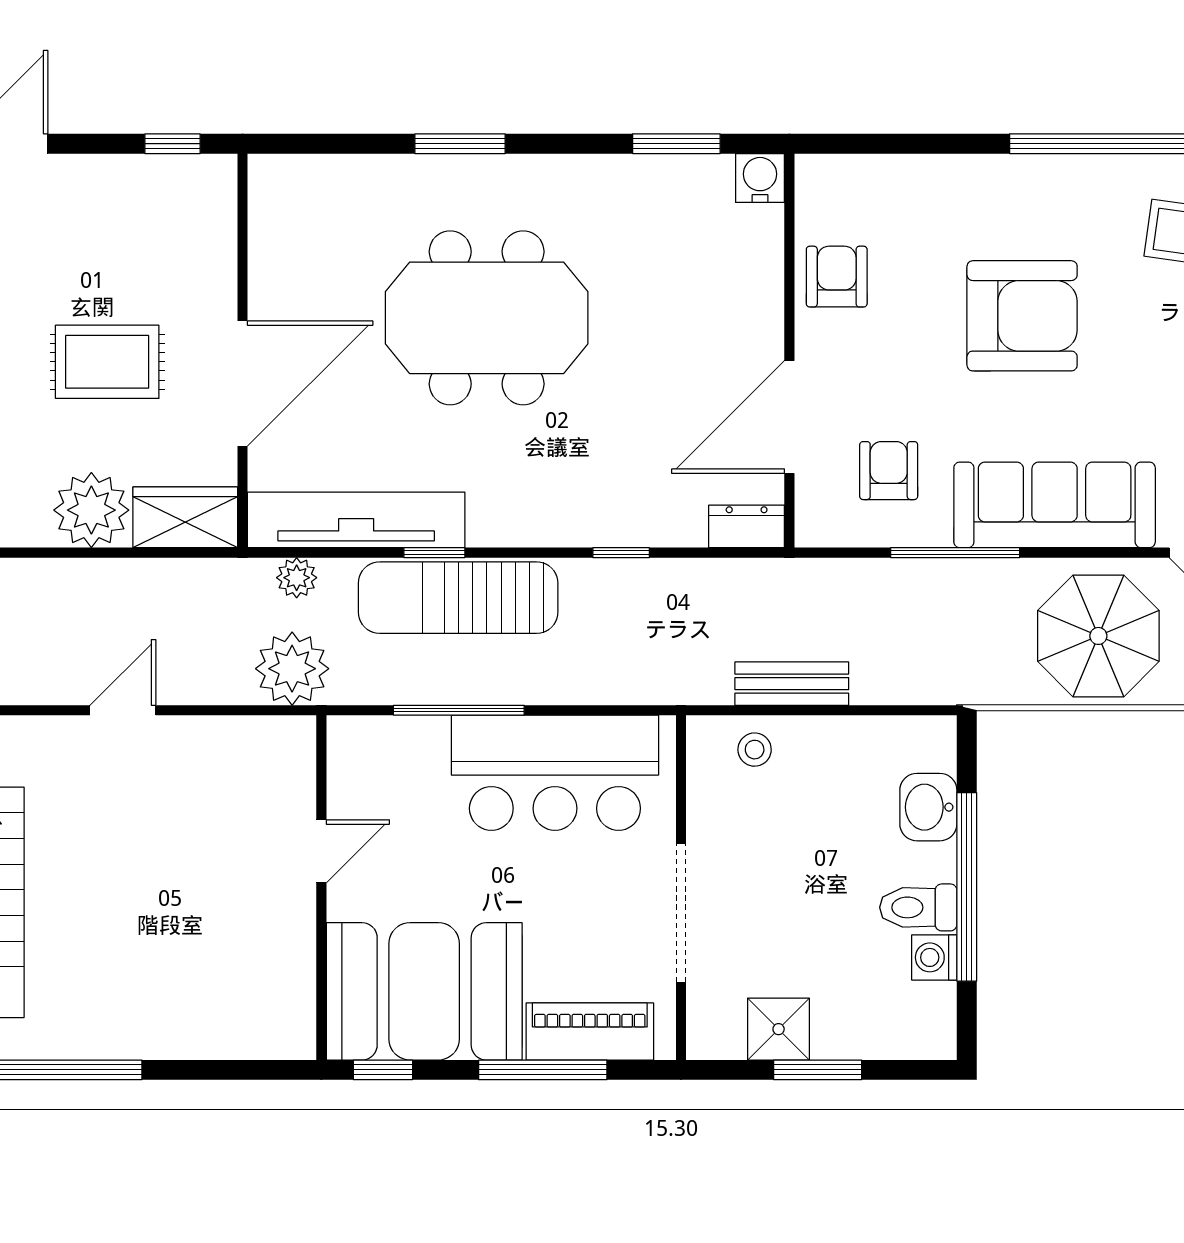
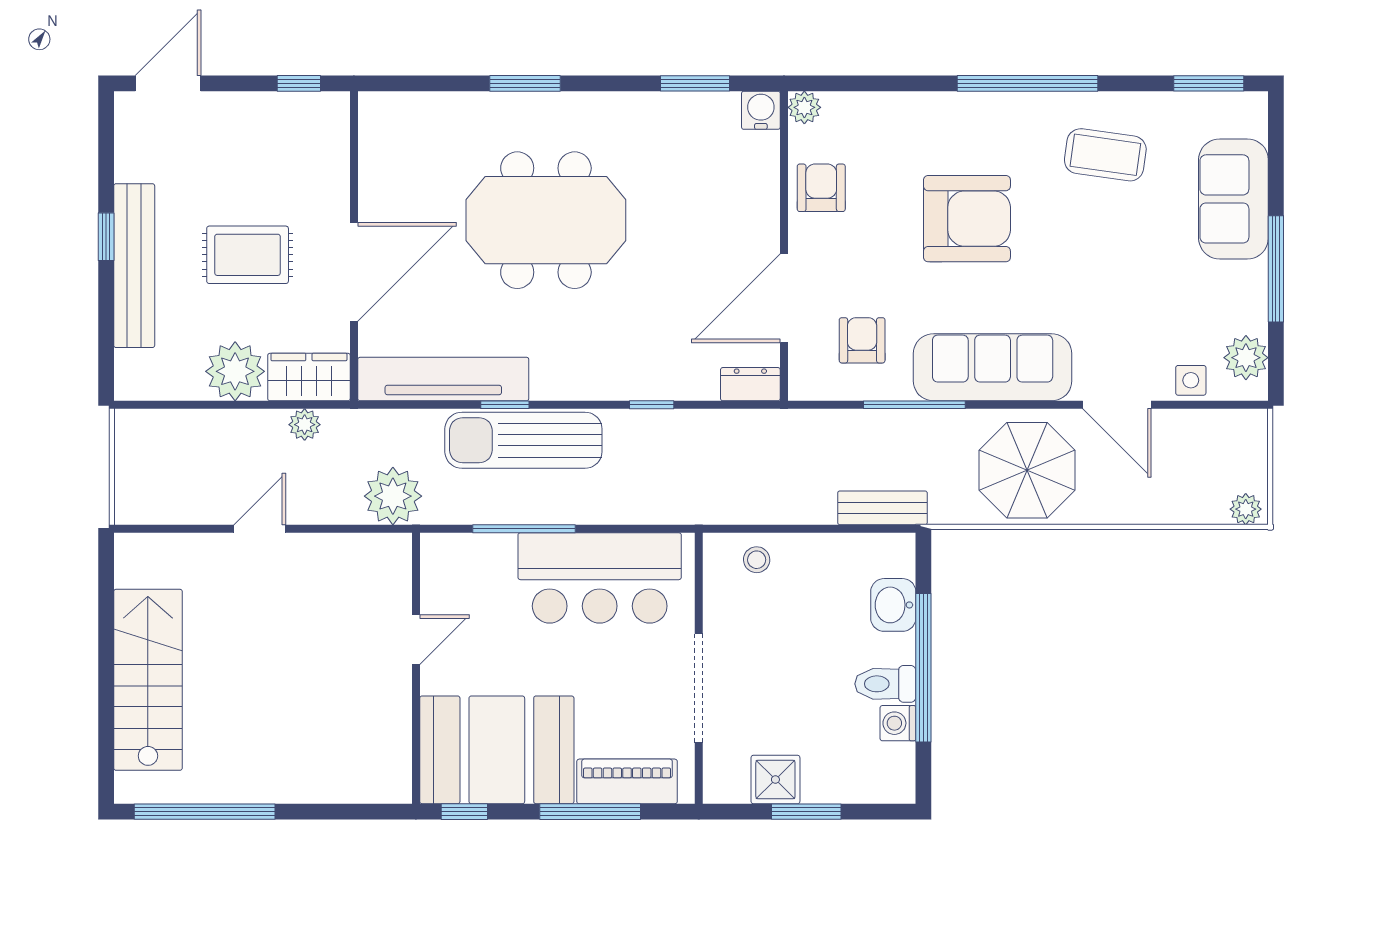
plant: (815, 175) -> (804, 107), added
plant: (297, 578) -> (305, 425), moved
bench: (792, 684) -> (882, 508), moved

